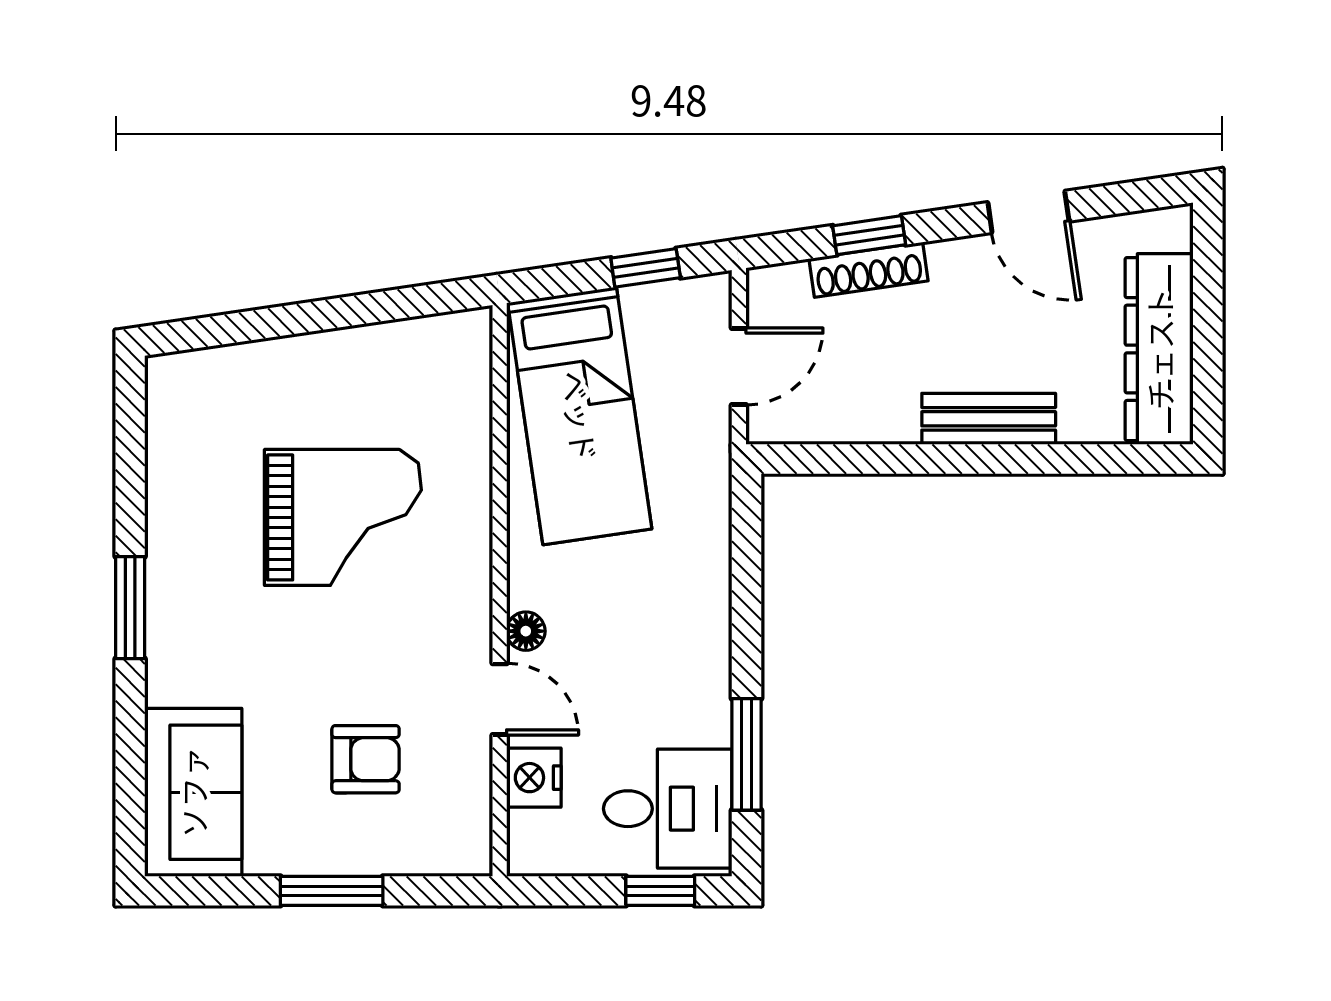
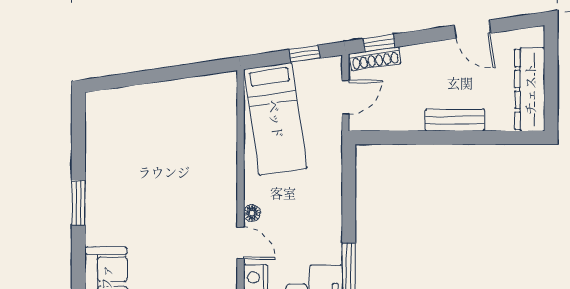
window: (869, 235) -> (379, 43), moved
shoe rack: (869, 270) -> (375, 59), moved
grand piano: (343, 517) -> (172, 163), removed
armchair: (366, 759) -> (182, 269), removed

